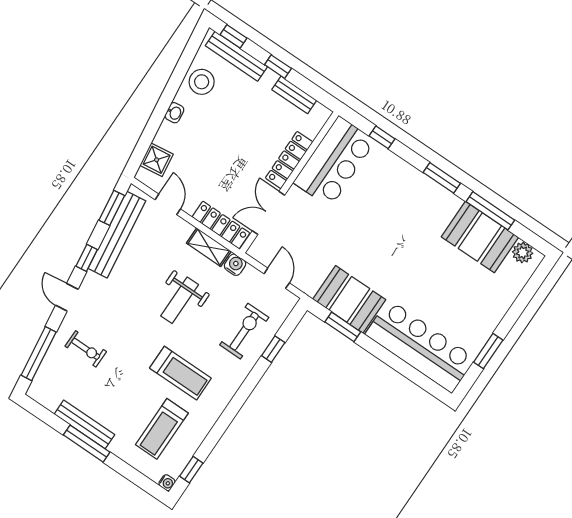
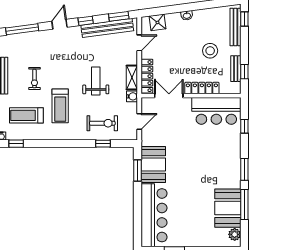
window: (278, 67) -> (244, 72), moved
stool: (202, 82) -> (210, 51), moved
weight bench: (180, 300) -> (96, 81), turned 90
exercise bike: (86, 349) -> (34, 79), moved

